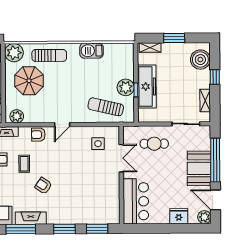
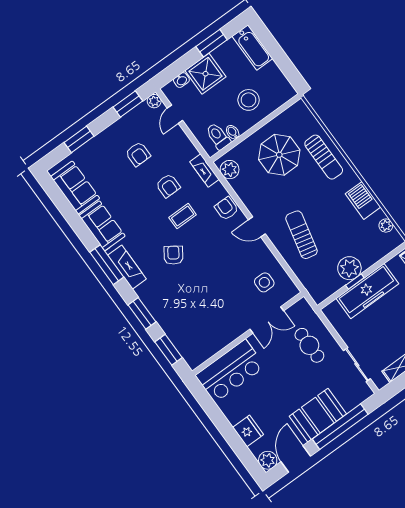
plant: (14, 53) -> (386, 226), moved, width x0.53, depth x0.53
sun lounger: (106, 107) -> (301, 235), moved

